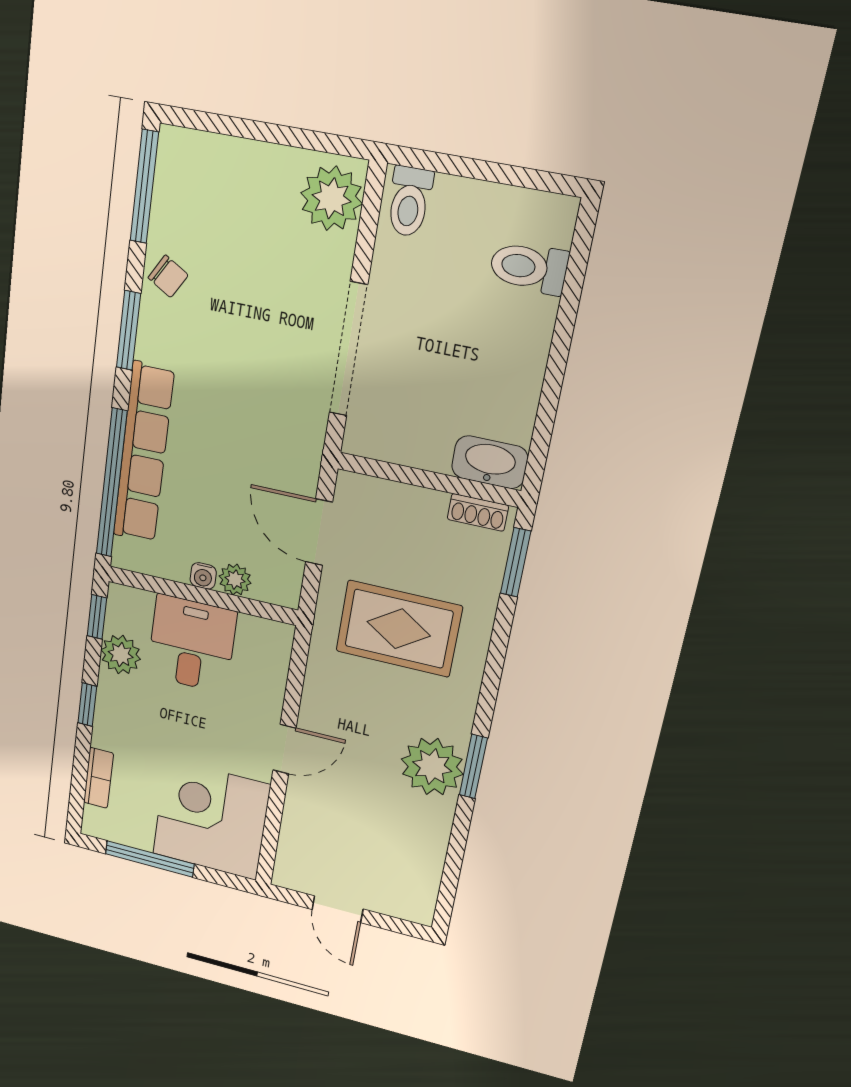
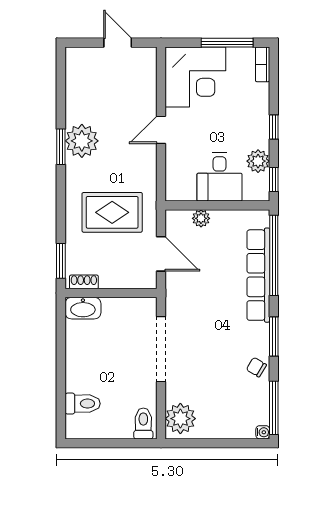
water cooler: (203, 576) -> (263, 432), moved, turned 90
bookcase: (98, 778) -> (263, 64), moved

